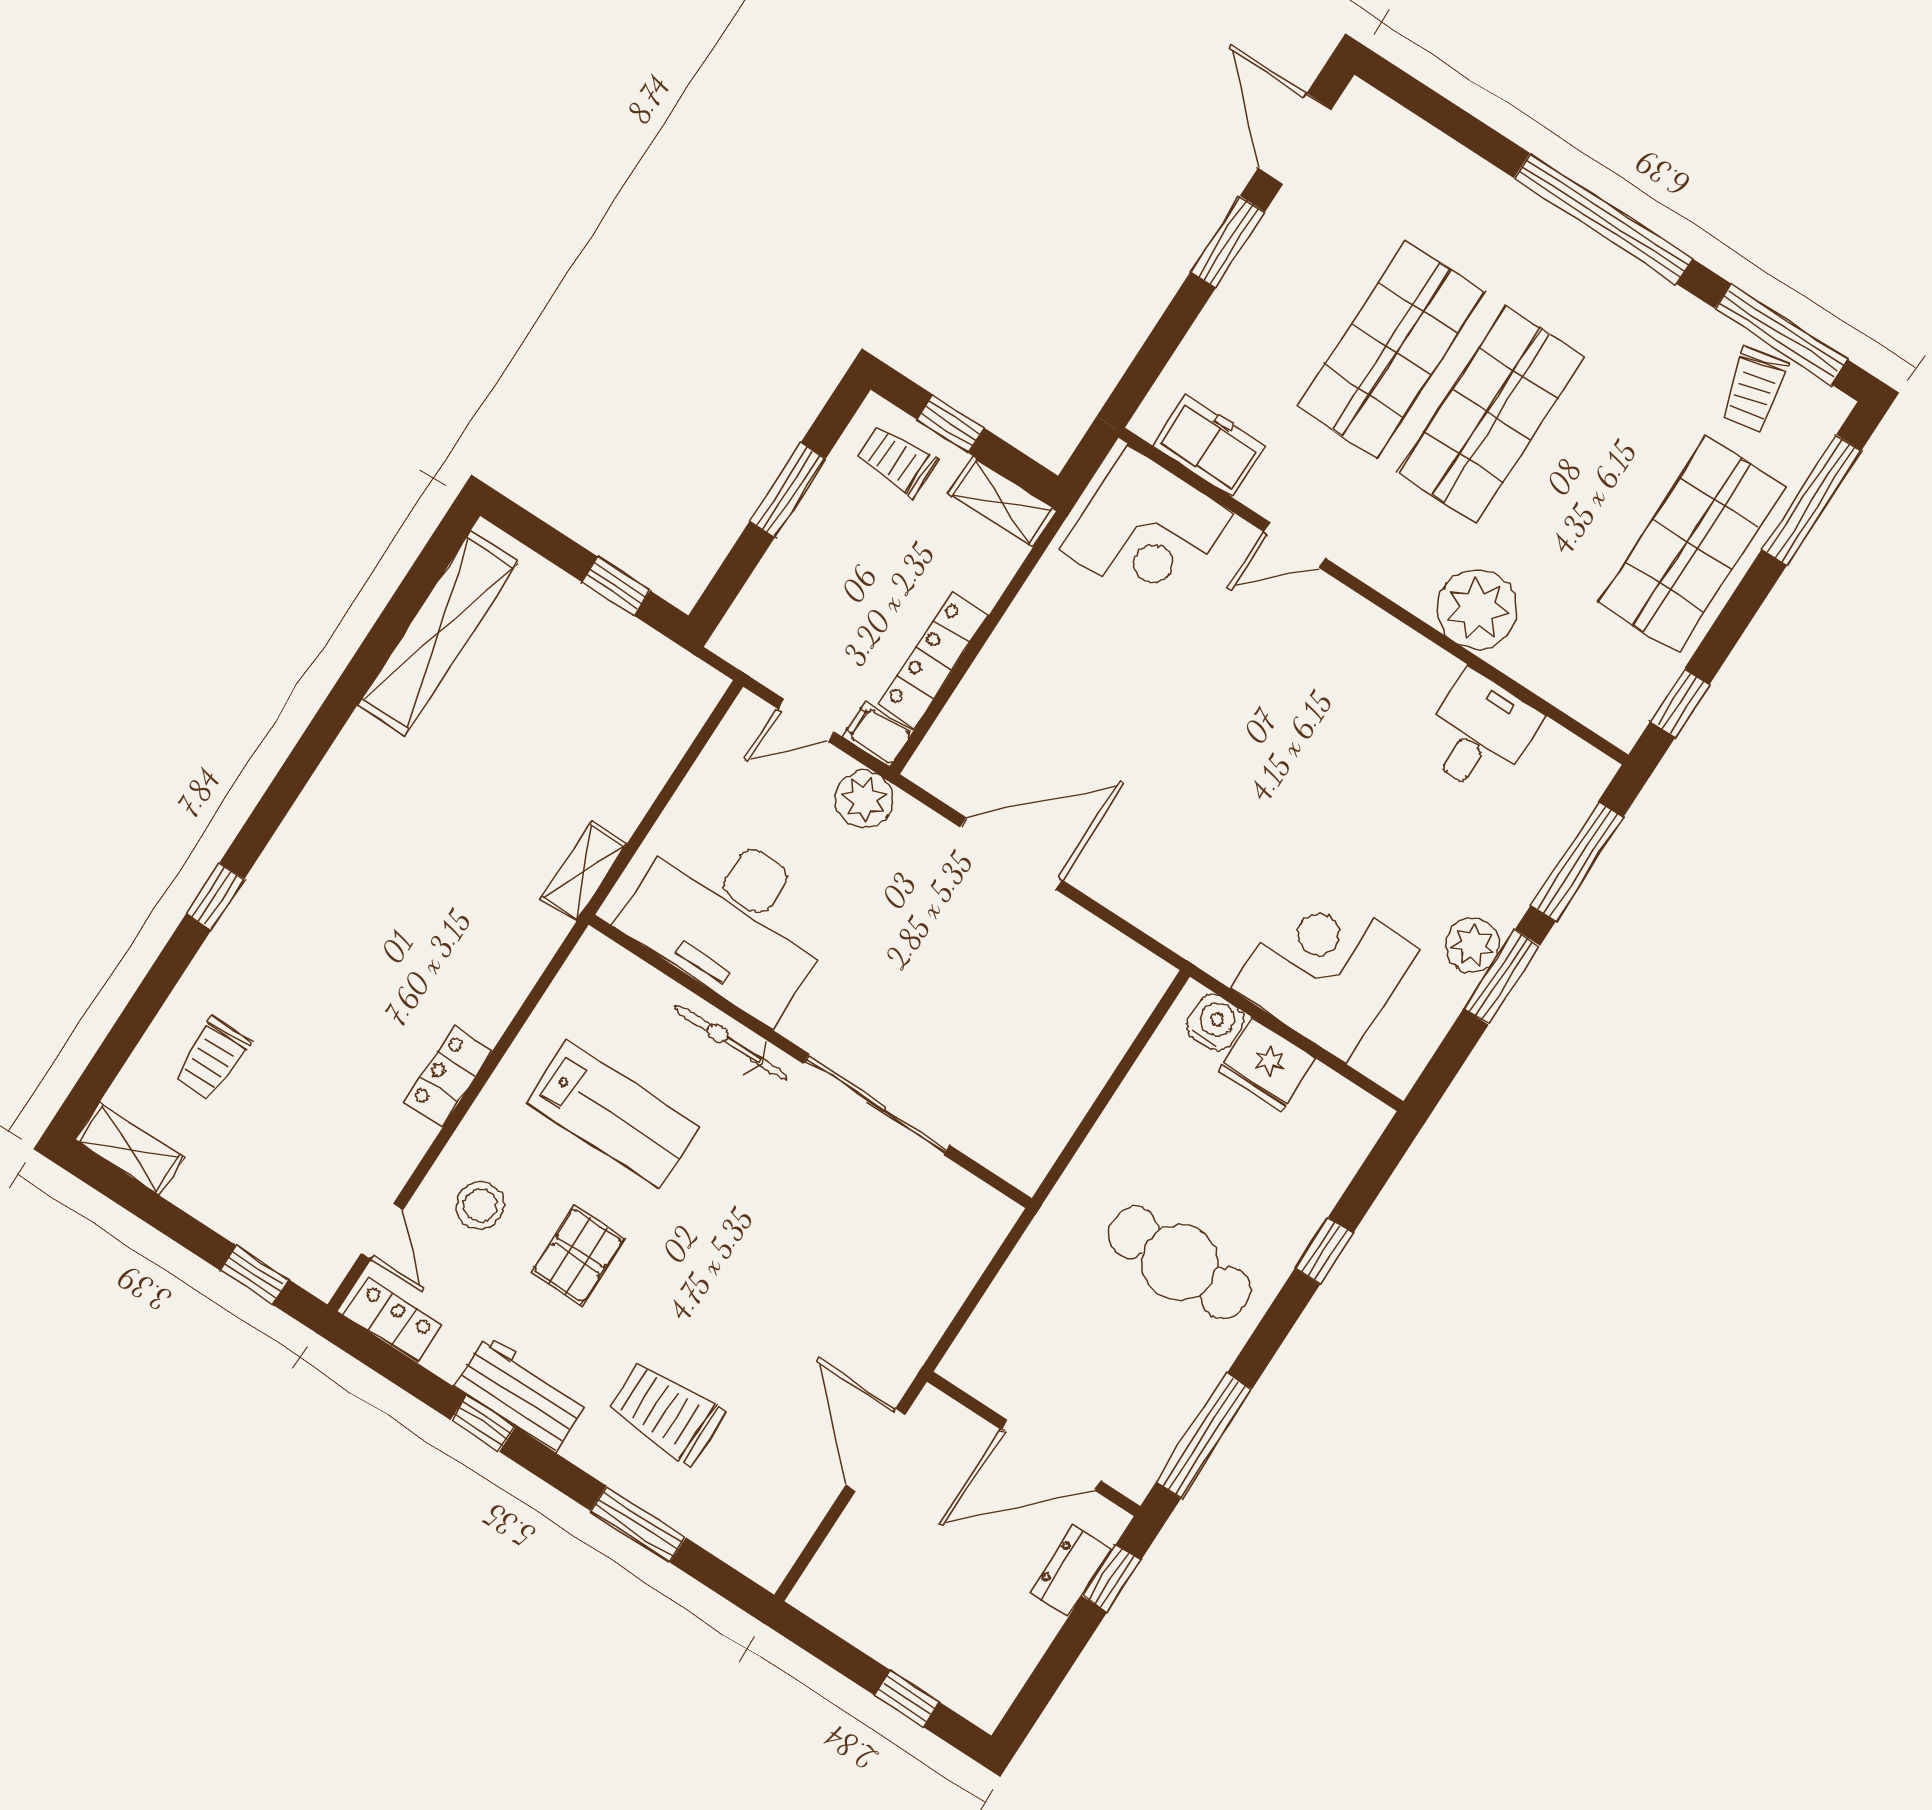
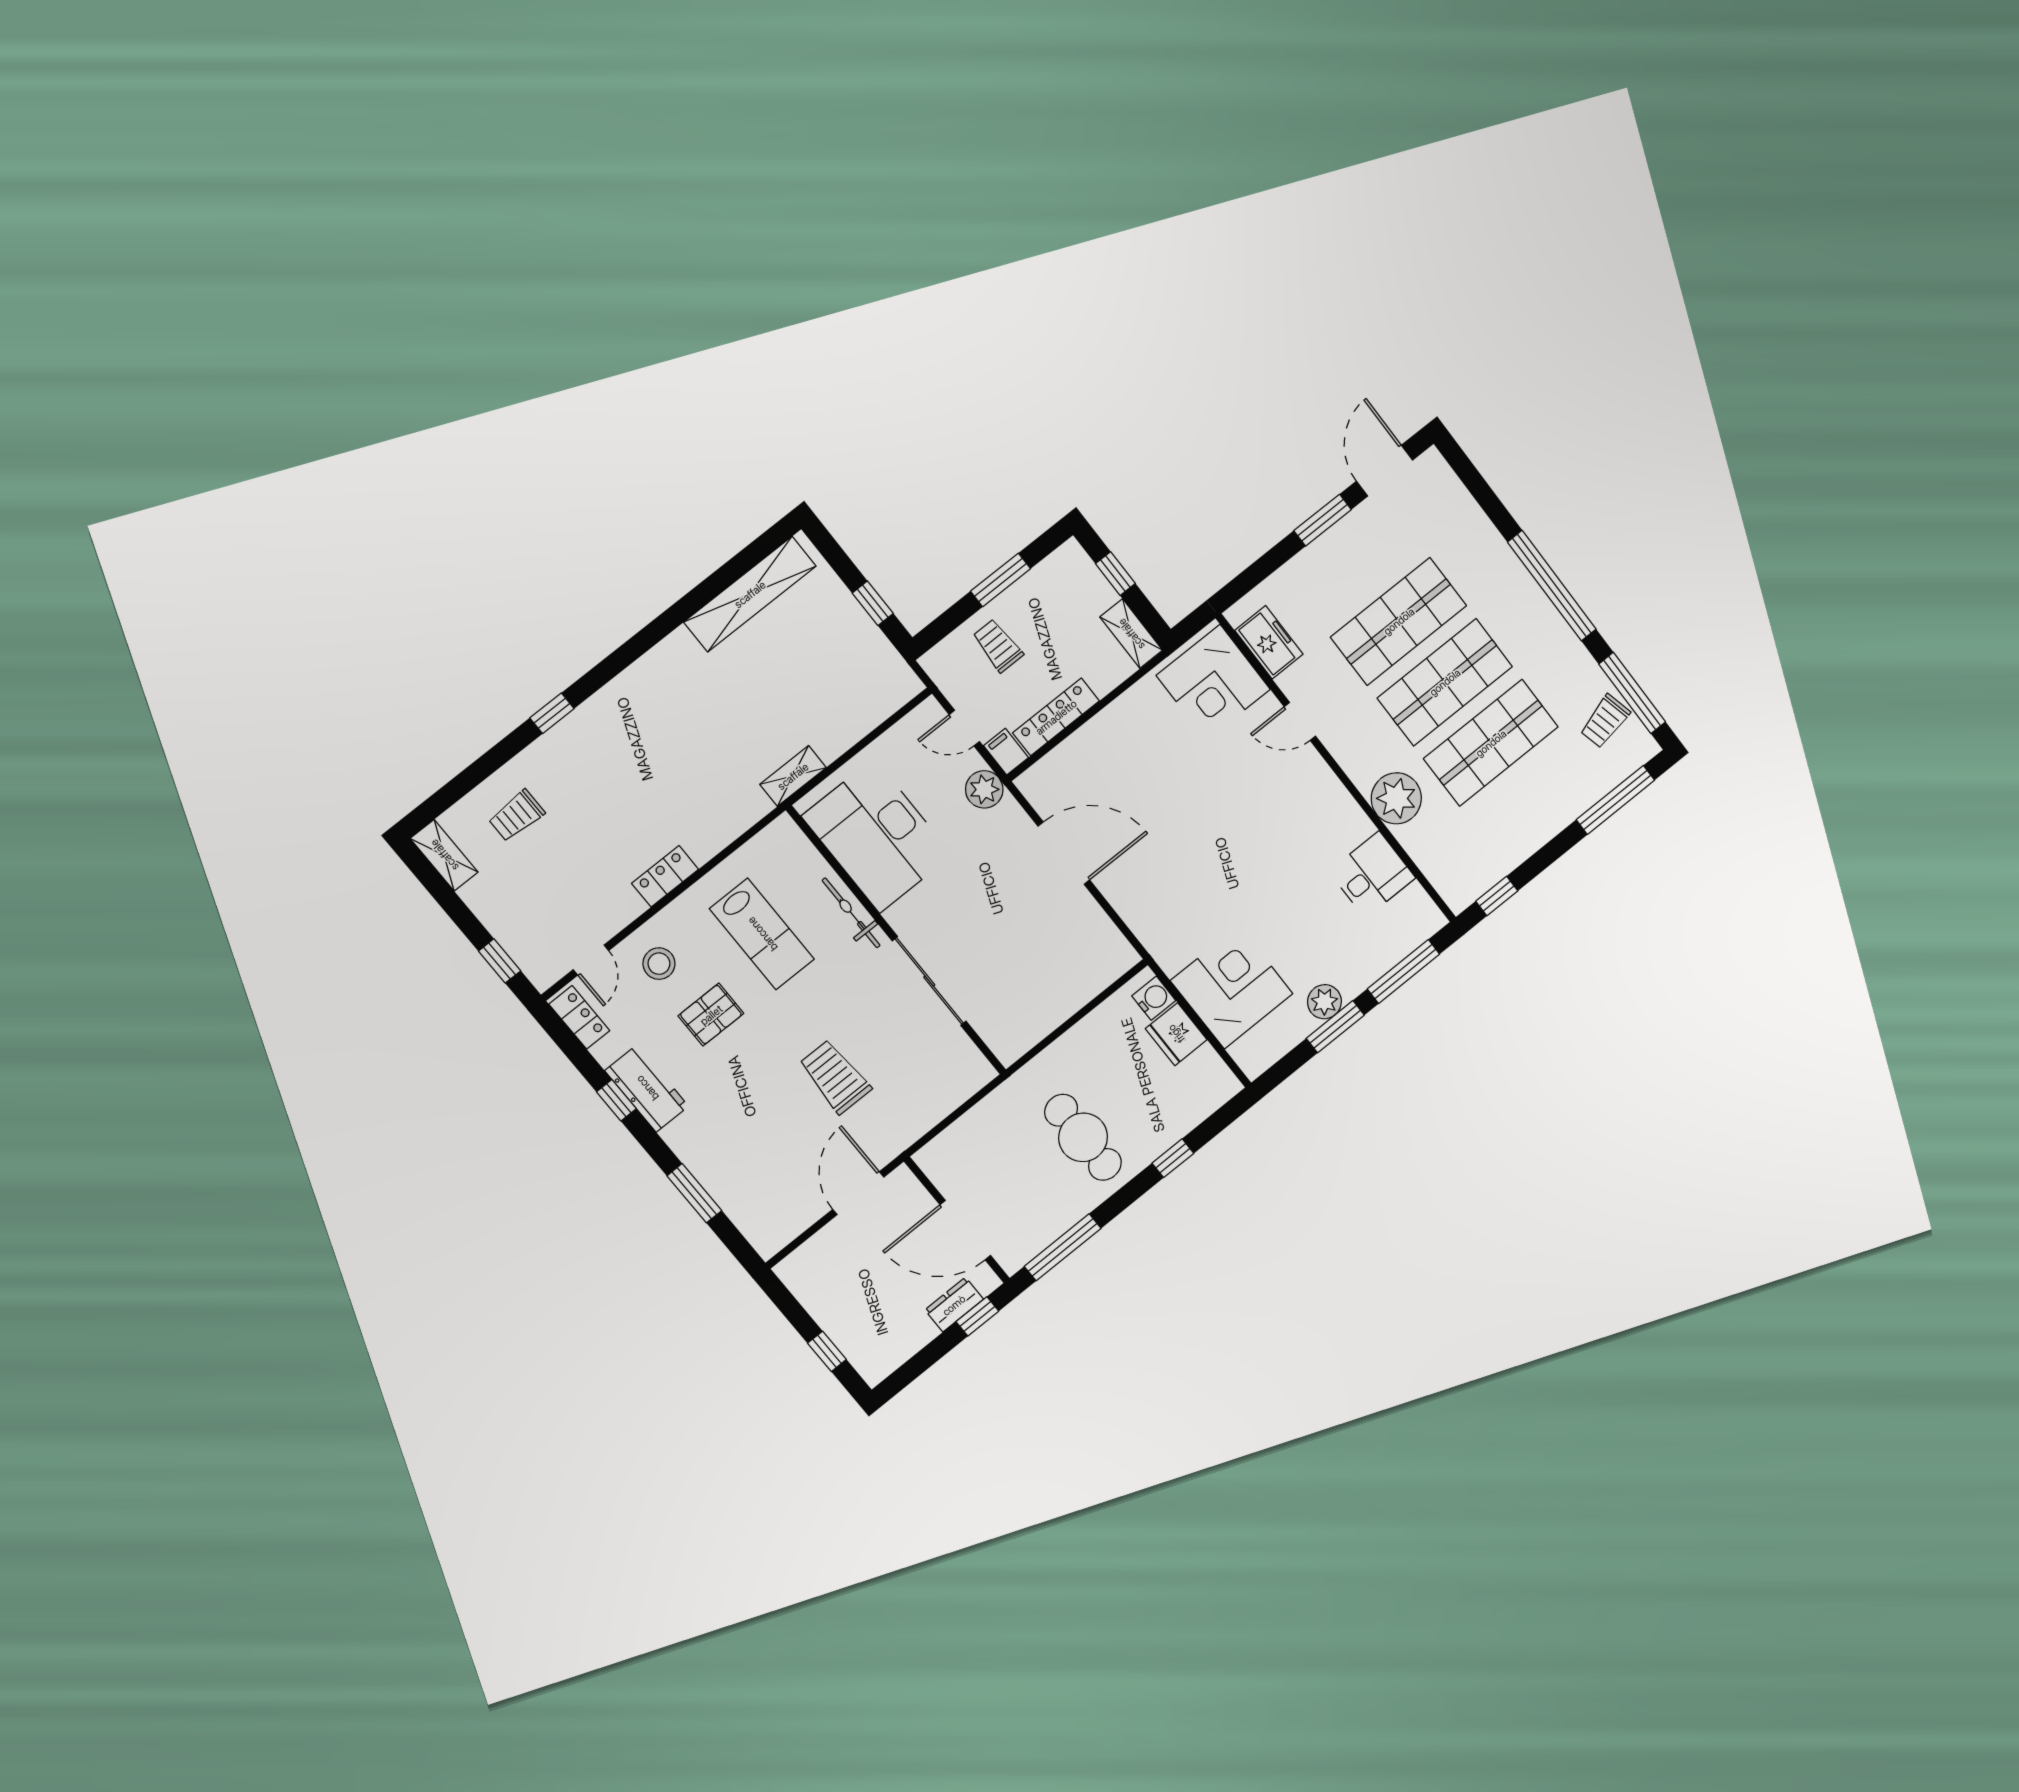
trolley: (896, 460) -> (998, 646), moved
shop shelf: (1692, 545) -> (1491, 743), moved
trolley: (666, 1412) -> (835, 1077), moved

